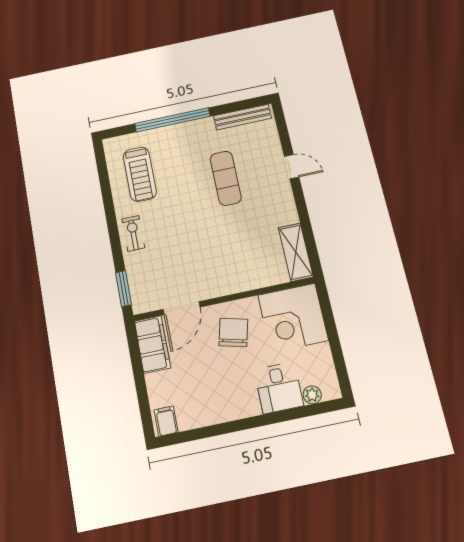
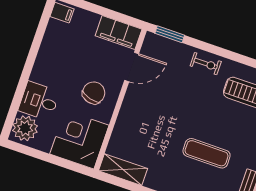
door: (182, 308) -> (132, 67), swing flipped
chair: (233, 332) -> (94, 93), turned -89
plant: (312, 395) -> (25, 128), width x1.88, depth x1.88

